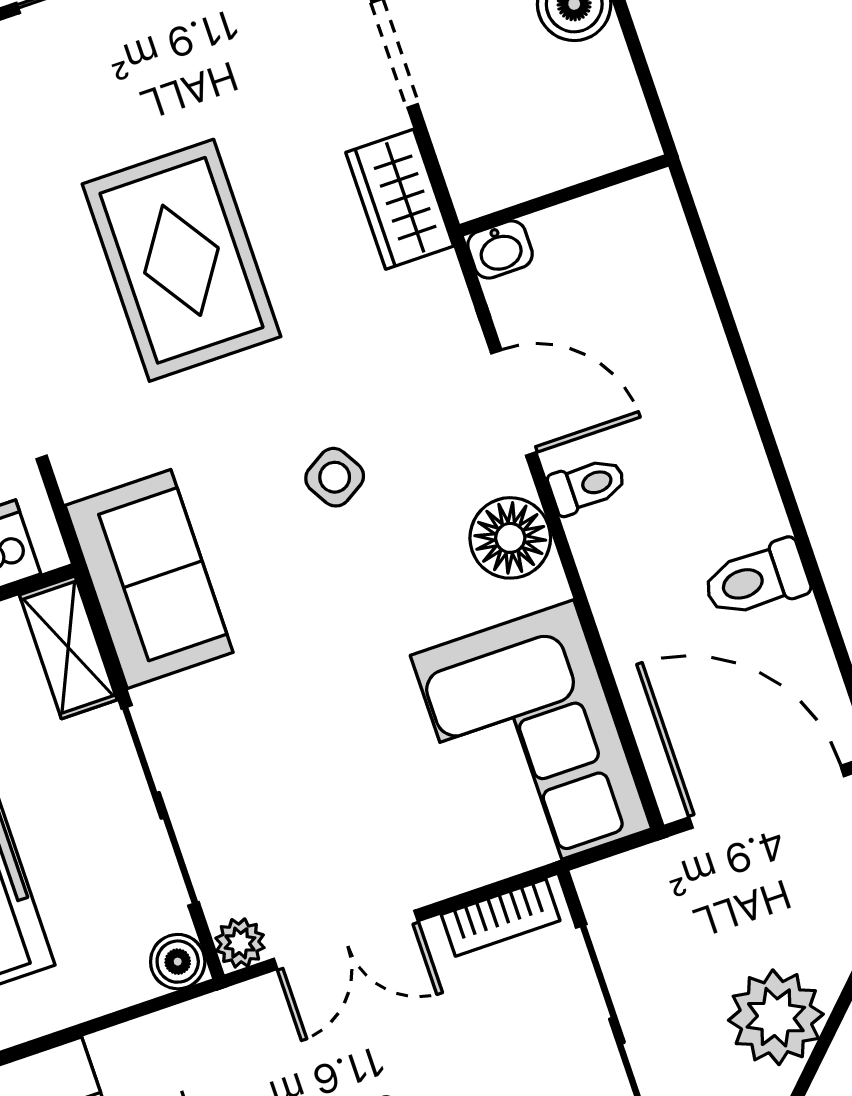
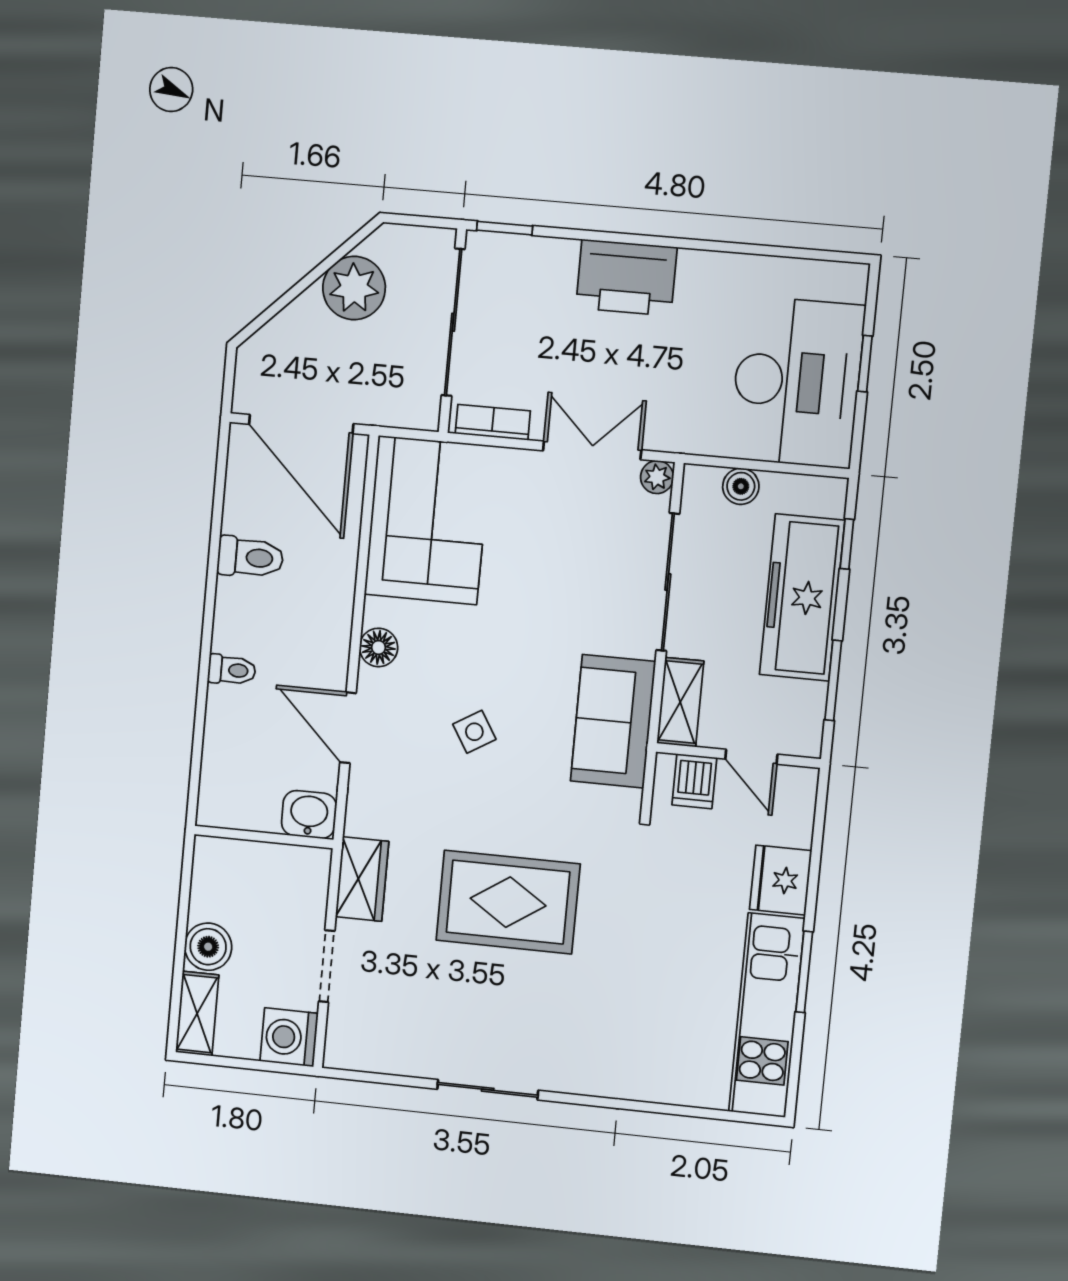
washbasin: (500, 249) -> (309, 814), width x1.38, depth x1.45
rug: (181, 260) -> (508, 902), turned 90
toilet: (587, 486) -> (232, 670), moved, turned 180
floor lamp: (510, 538) -> (379, 647), width x0.73, depth x0.73
boiler: (178, 962) -> (741, 486), moved

